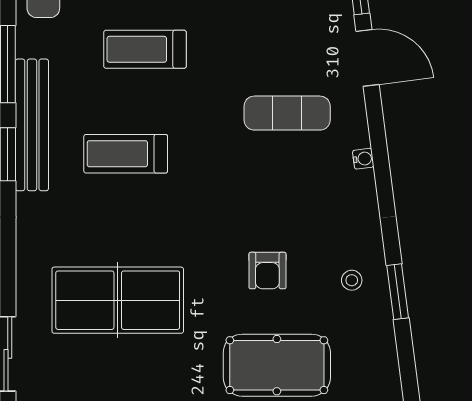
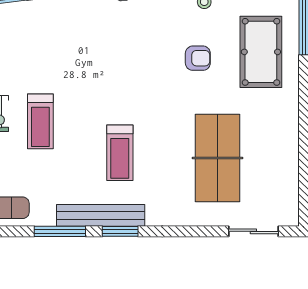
treadmill: (145, 49) -> (40, 121), moved
exercise mat: (287, 113) -> (93, 45), removed

